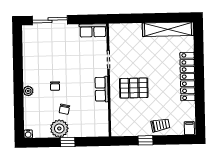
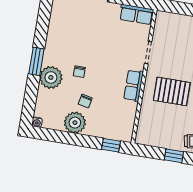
window: (18, 84) -> (36, 61), added
plant: (28, 91) -> (51, 77), width x1.87, depth x1.87
window: (68, 142) -> (111, 145), moved

